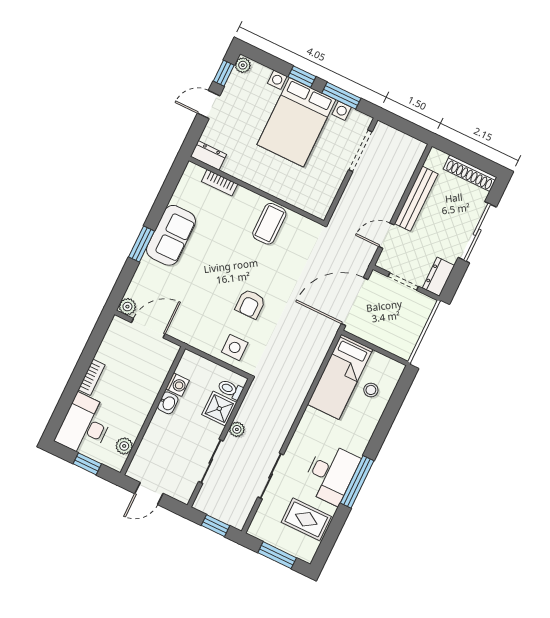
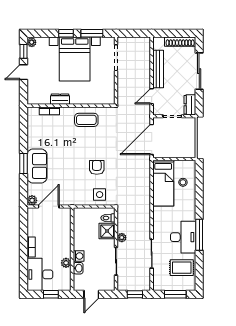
dresser: (208, 155) -> (60, 99), moved
coffee table: (269, 224) -> (86, 120), turned 90
sofa: (171, 235) -> (37, 166), moved
armchair: (250, 304) -> (97, 167), turned 180
washing machine: (177, 385) -> (79, 256), moved
washbasin: (168, 403) -> (78, 268), moved
plant: (124, 446) -> (66, 263), moved

